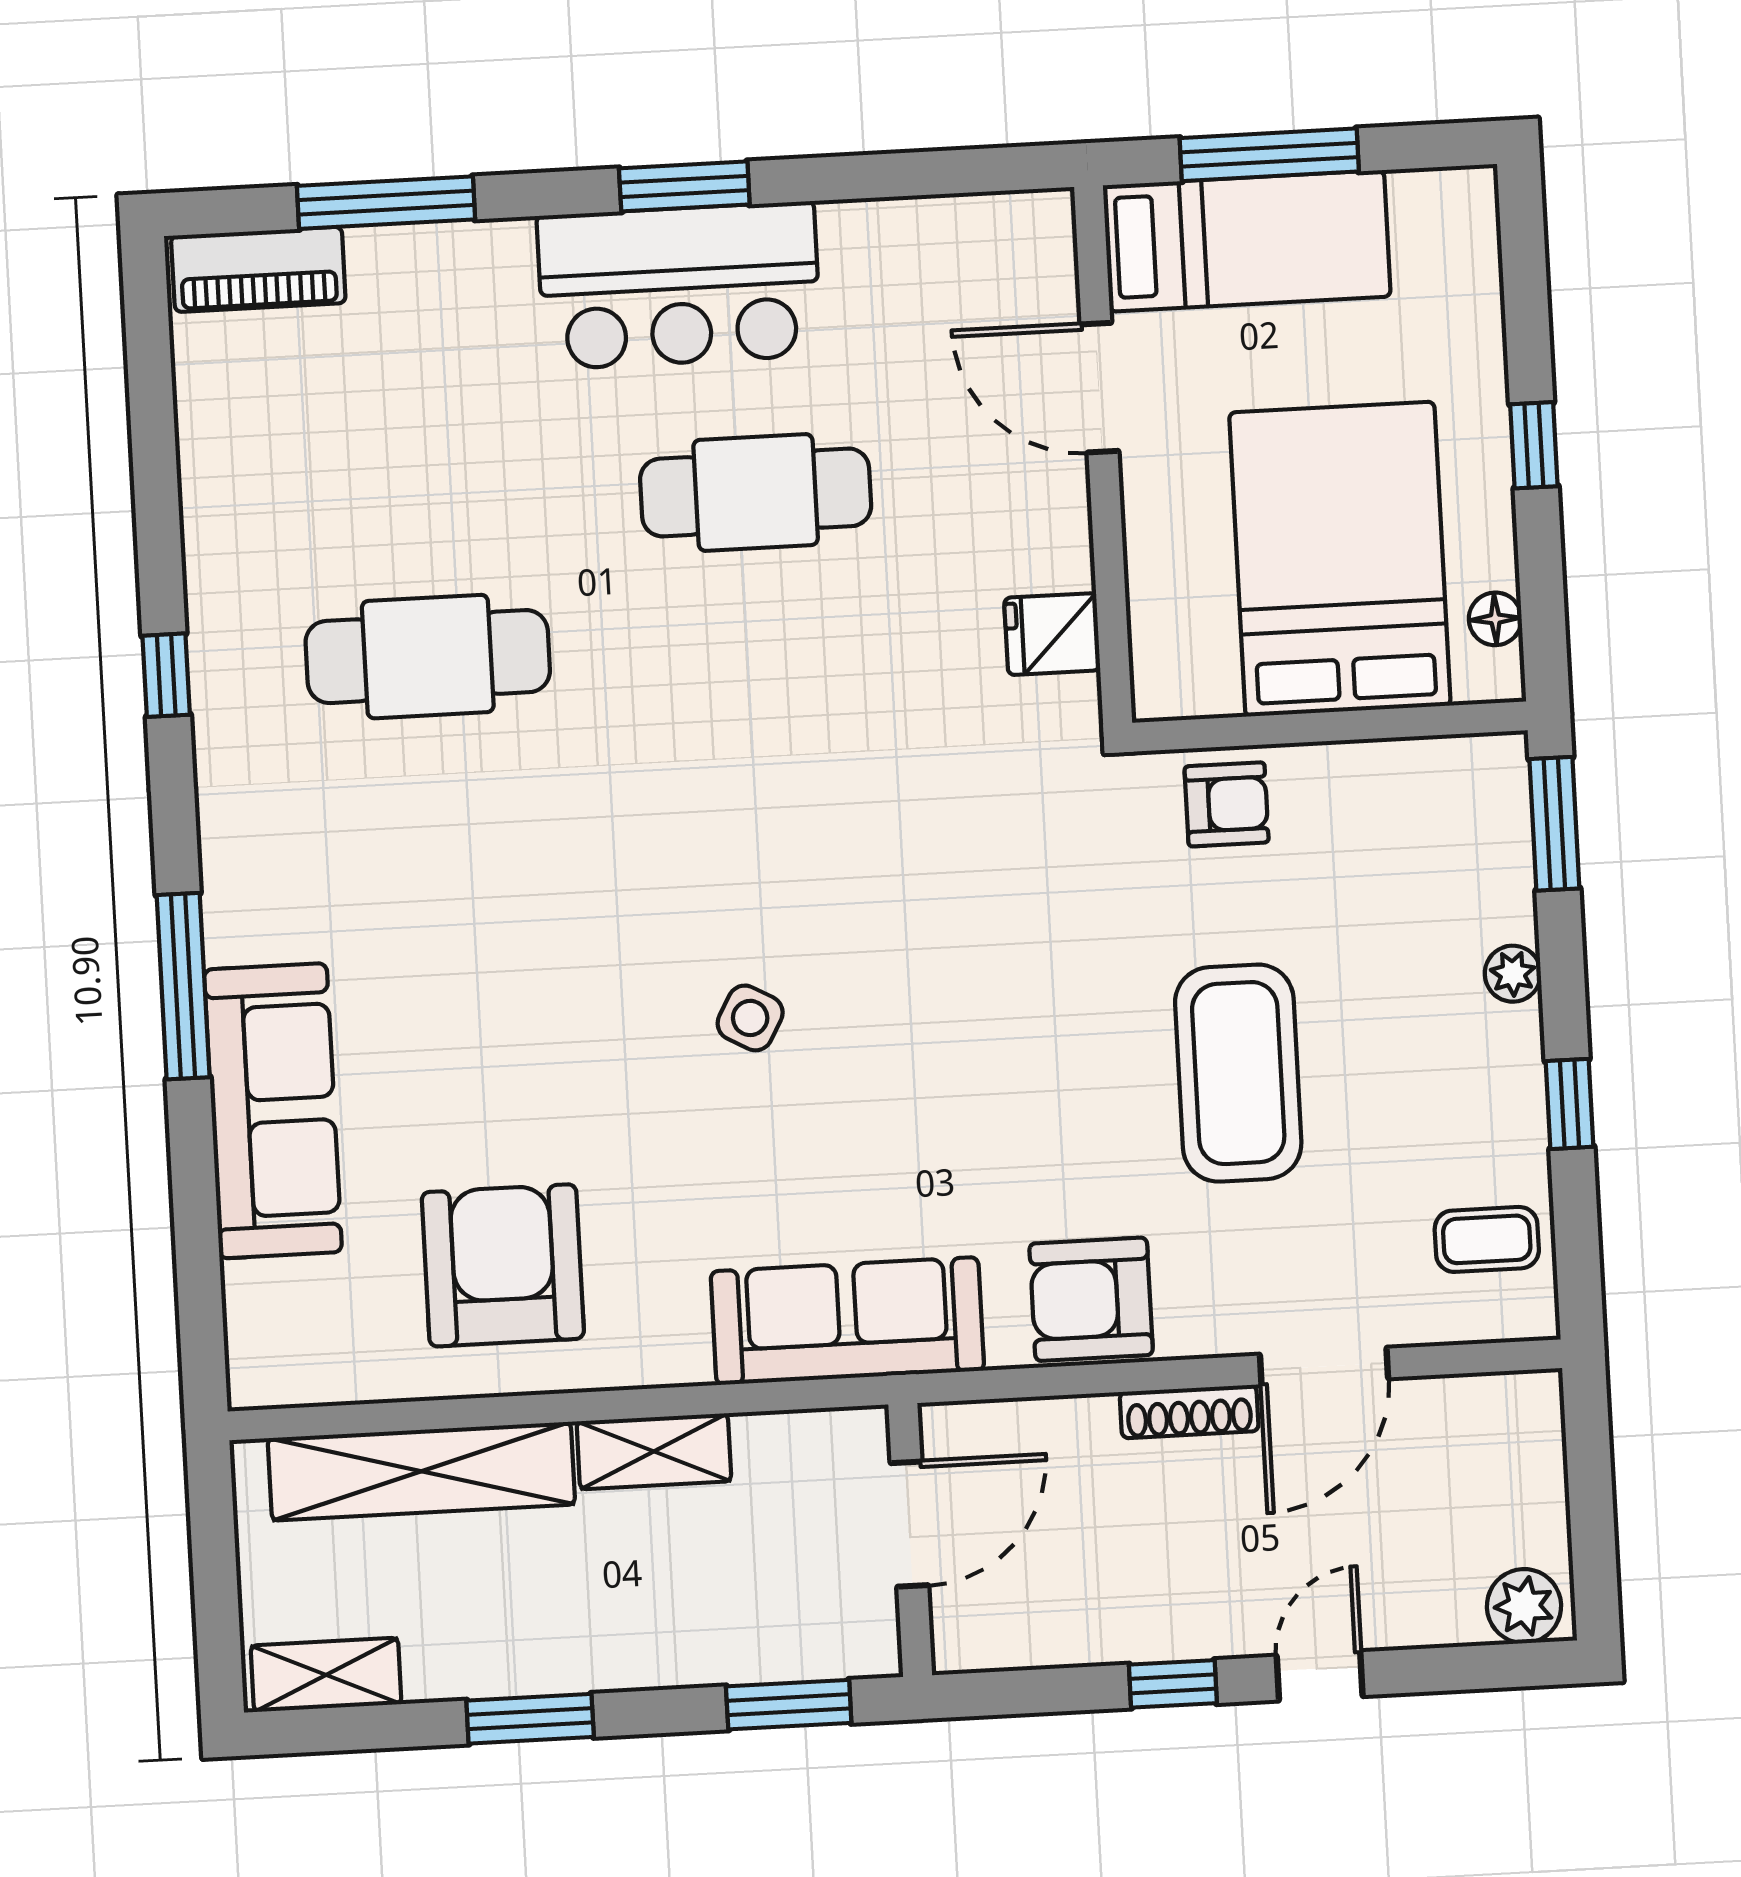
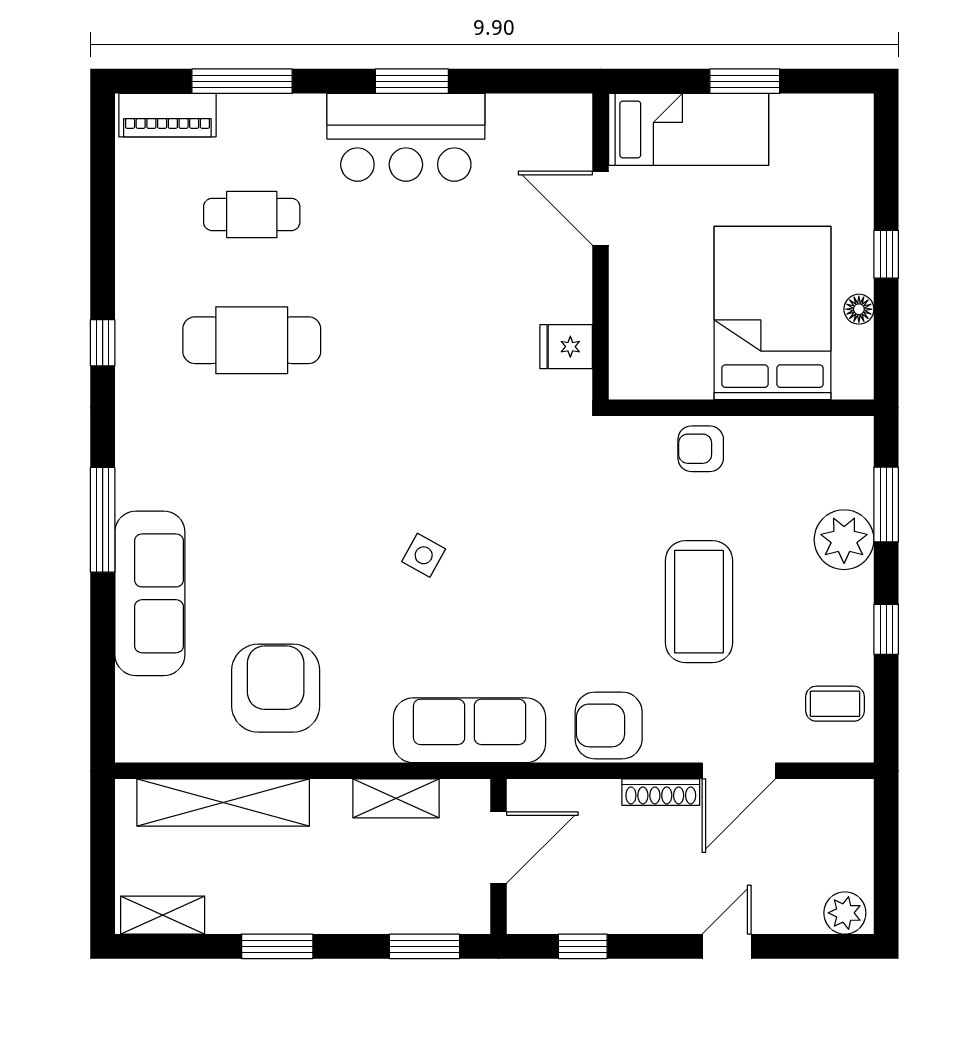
window: (1269, 155) -> (745, 81), width x0.69
bed: (1247, 241) -> (689, 129), moved
door: (1099, 388) -> (601, 208), moved
wall: (1103, 455) -> (601, 246), moved
cafe table: (756, 492) -> (252, 214), moved, width x0.73, depth x0.74
floor lamp: (1495, 619) -> (859, 309), moved
fridge: (1052, 634) -> (566, 347), moved
armchair: (1227, 804) -> (701, 449), turned 180
window: (1554, 824) -> (886, 505), moved
plant: (1513, 974) -> (844, 540), width x1.88, depth x1.88
shelving: (654, 1451) -> (396, 798), moved
window: (1173, 1684) -> (583, 946), moved

